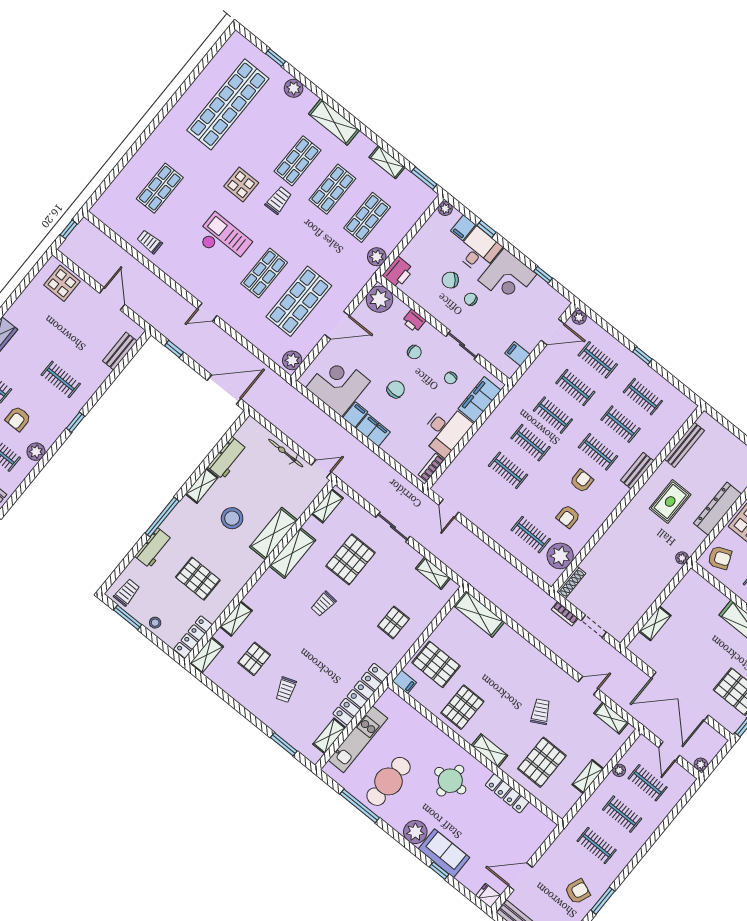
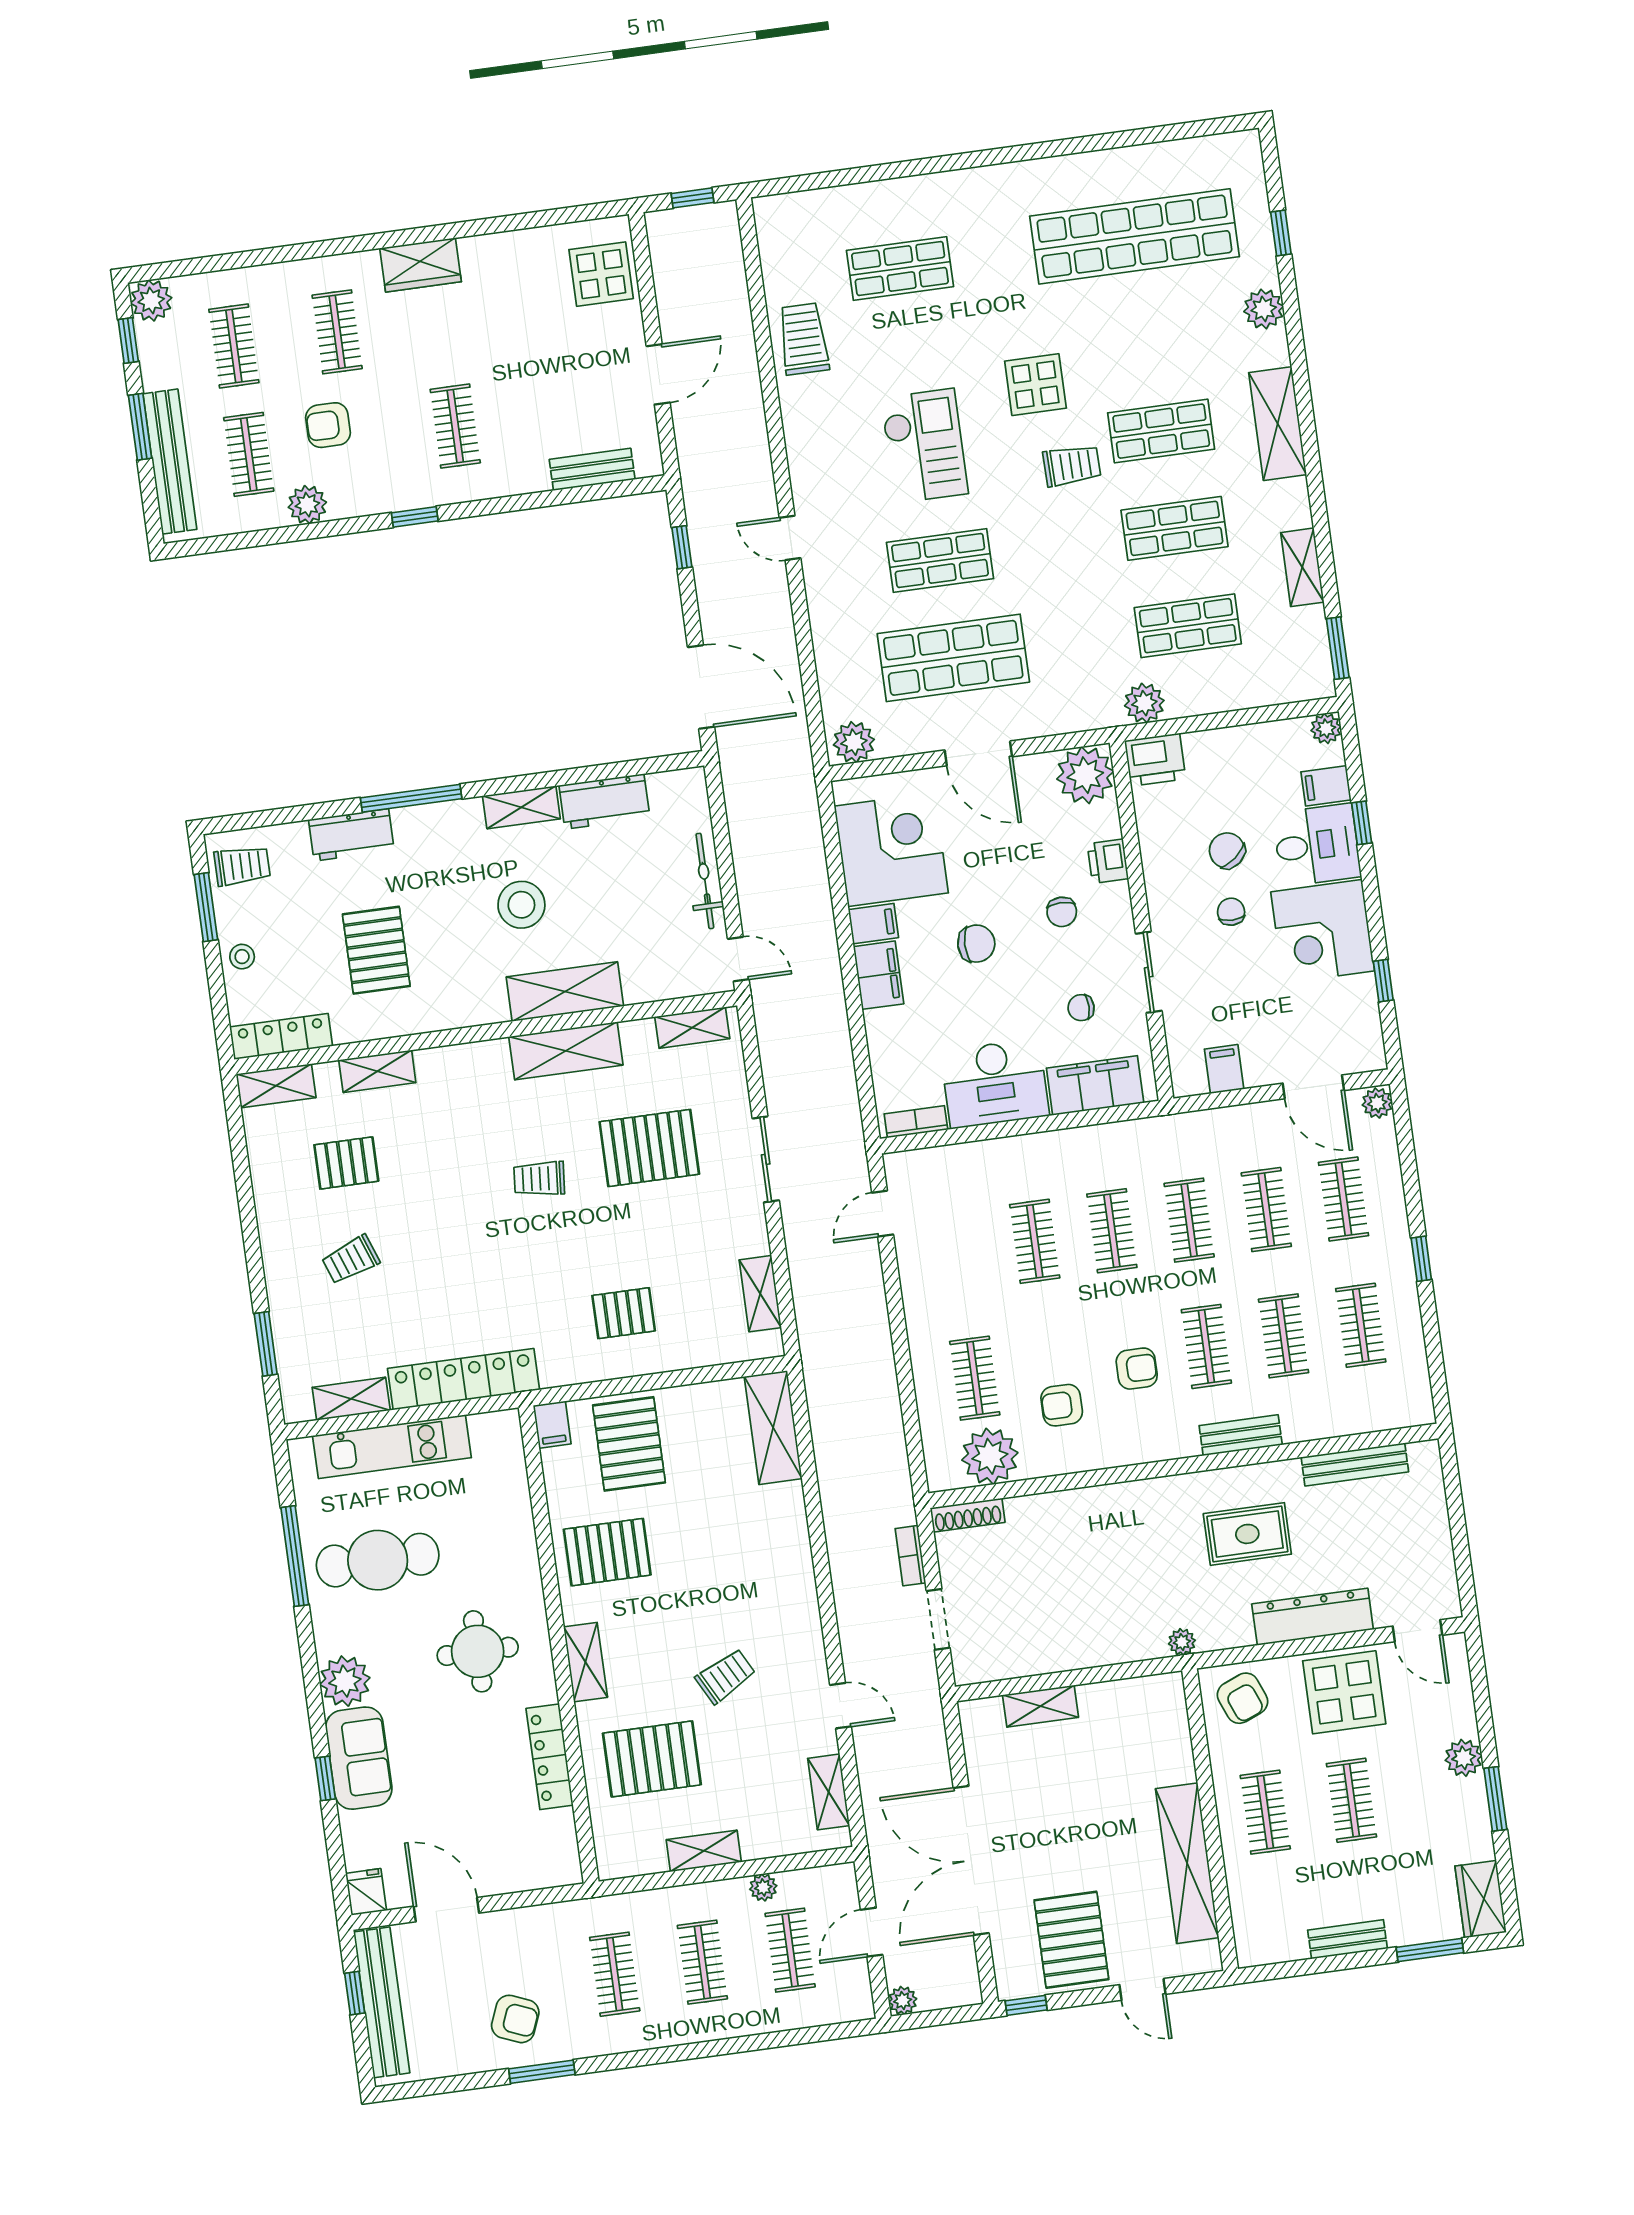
trolley: (150, 242) -> (803, 339), width x1.36, depth x1.39

